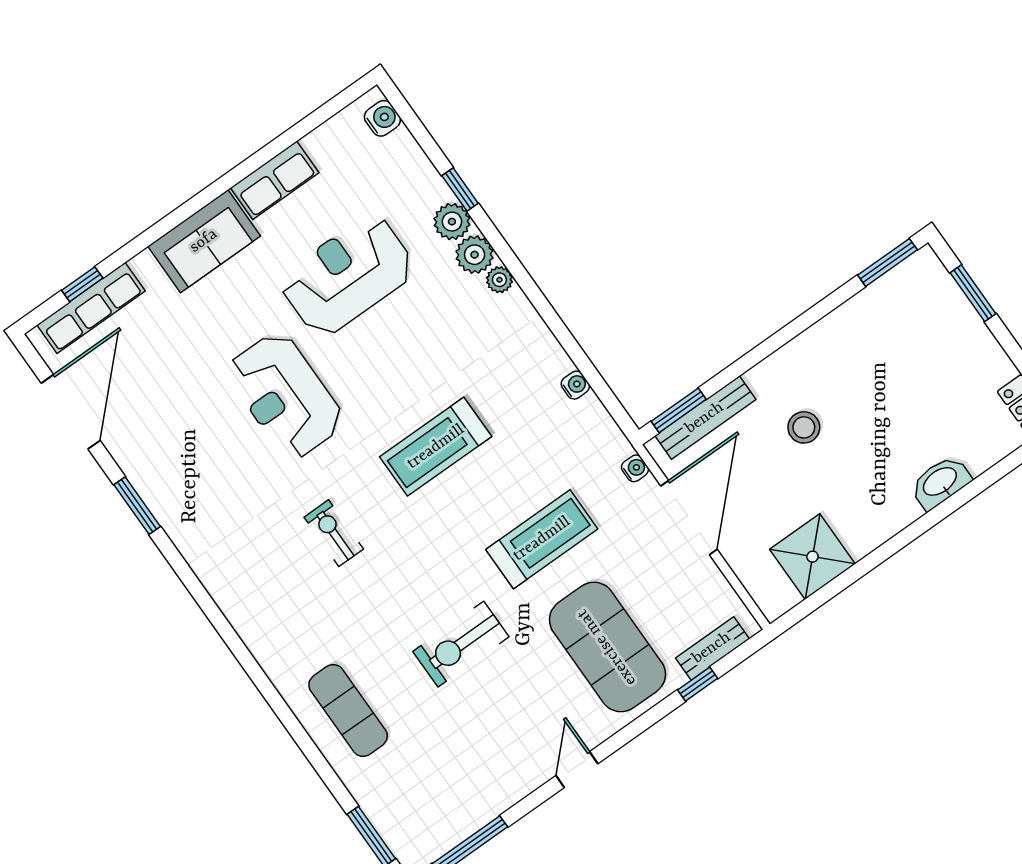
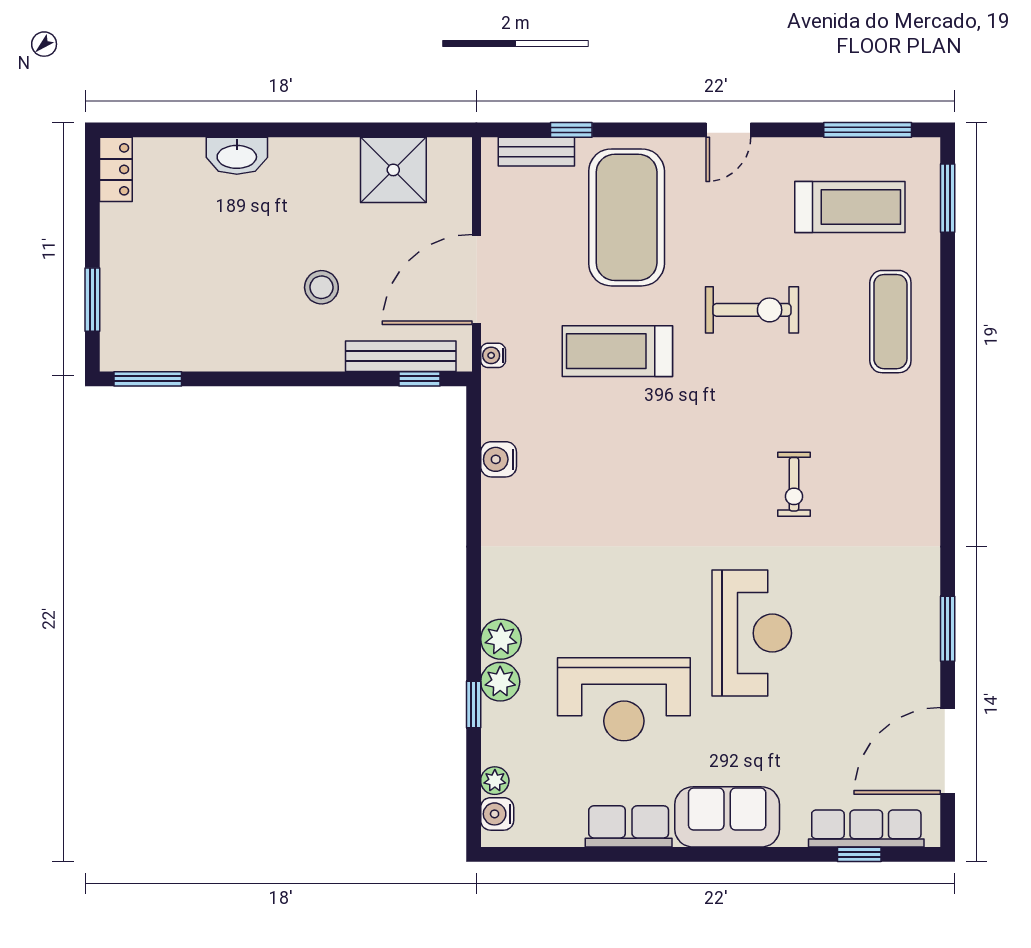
plant: (499, 280) -> (495, 781), moved
water cooler: (575, 385) -> (499, 459), width x1.38, depth x1.38
window: (679, 410) -> (419, 379), width x0.67
treadmill: (436, 447) -> (850, 207), moved

